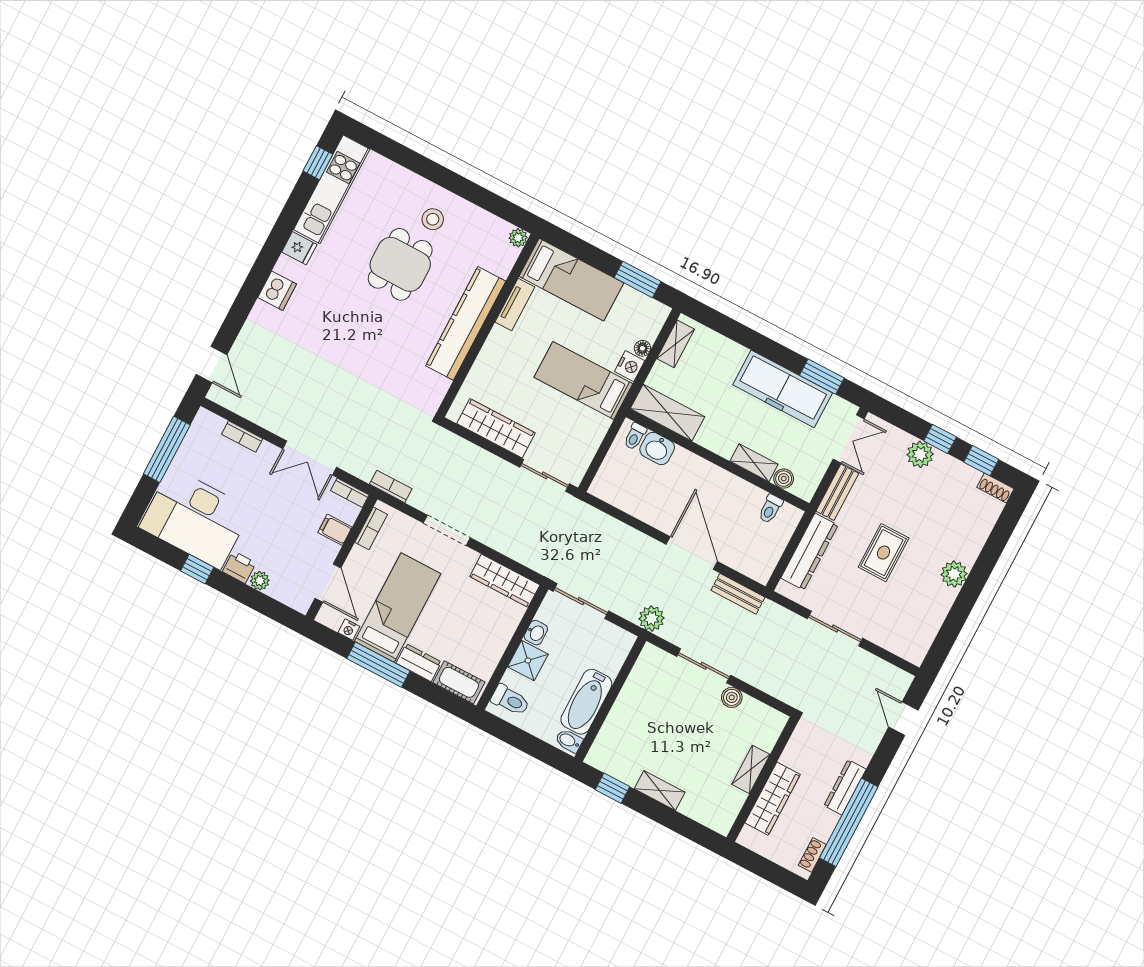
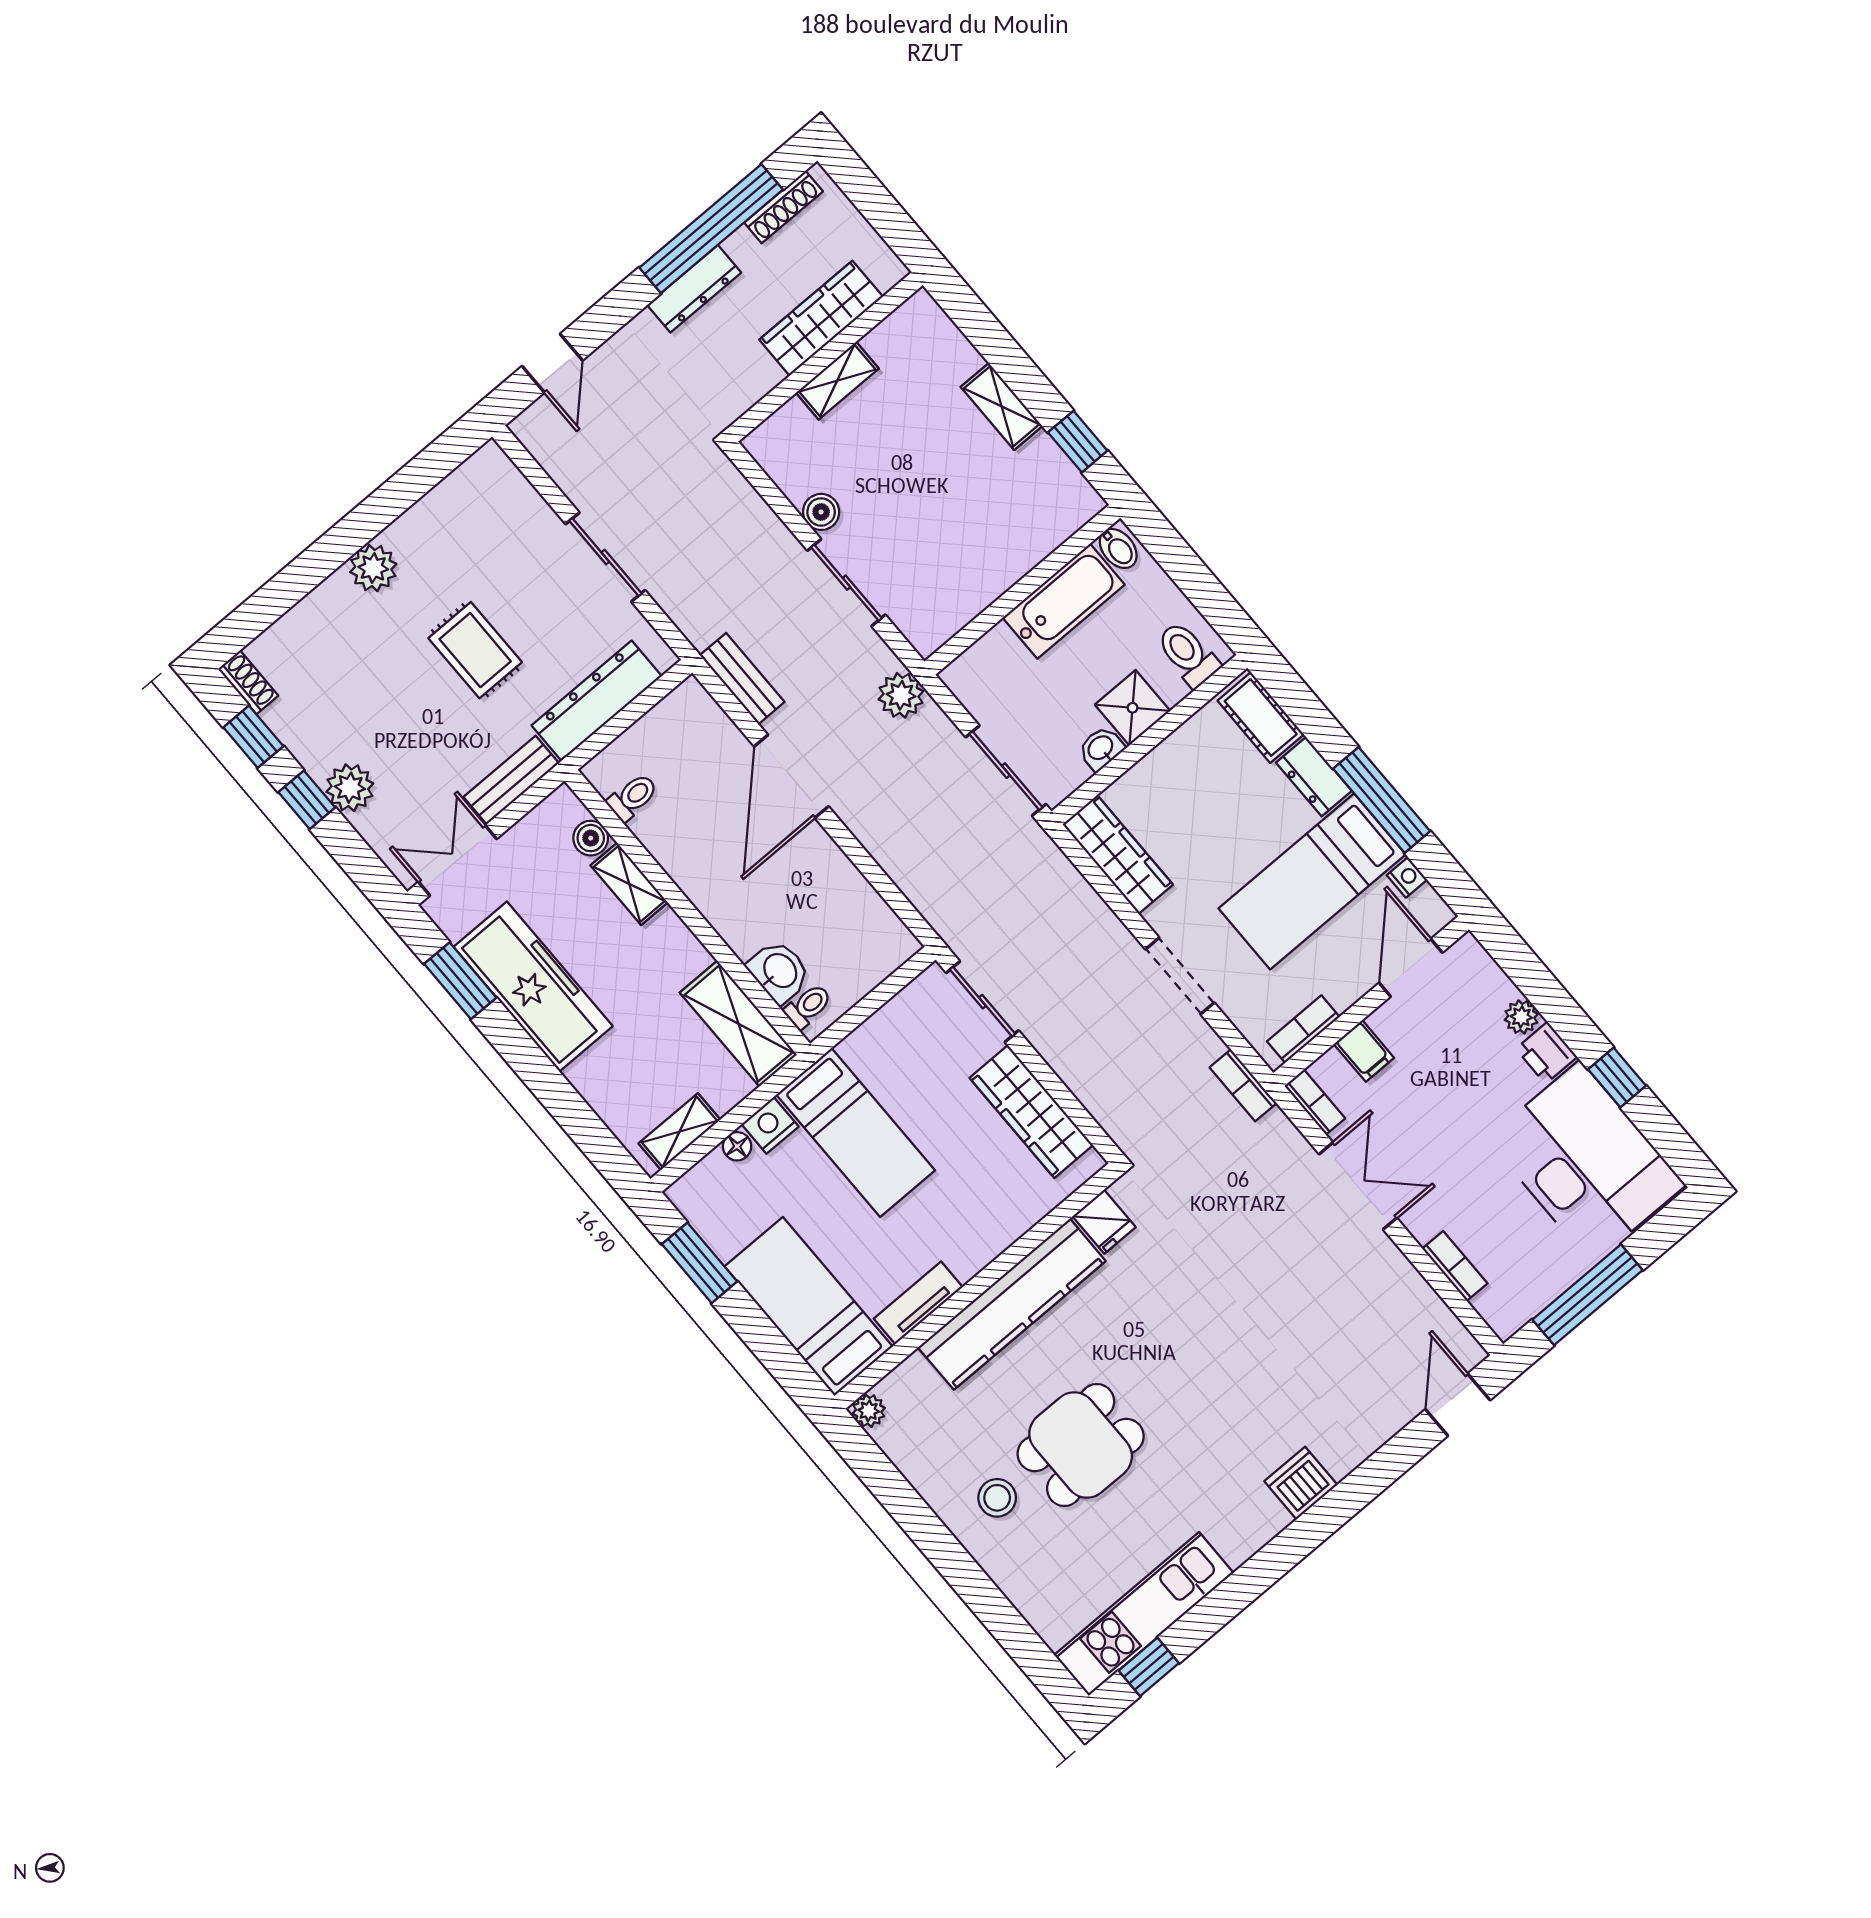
fridge: (299, 248) -> (1104, 1222), moved, turned 180
rug: (884, 553) -> (475, 650), turned 90
shoe rack: (812, 855) -> (784, 207), width x1.43

